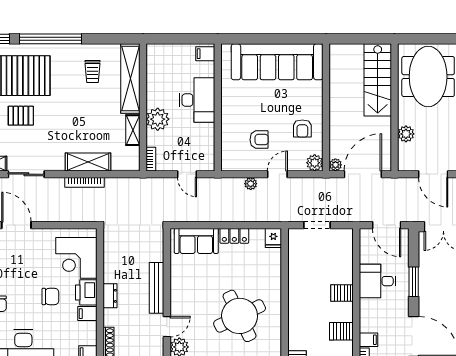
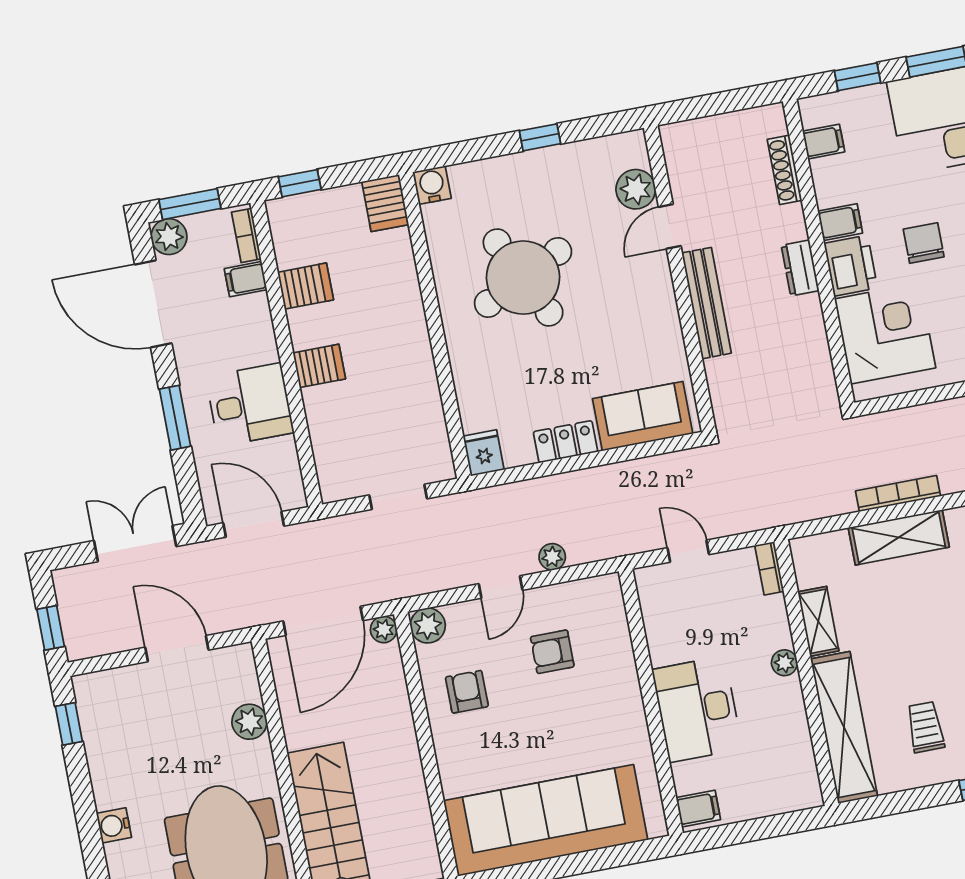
plant: (158, 119) -> (784, 663), width x0.53, depth x0.53
chair: (50, 296) -> (924, 243), turned 90

